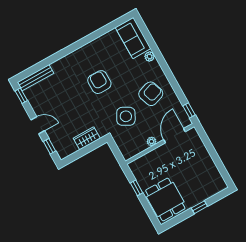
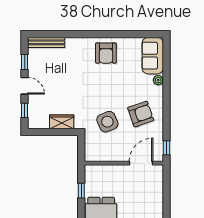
armchair: (99, 82) -> (106, 53), moved, turned 180
window: (21, 96) -> (25, 62), moved
side table: (126, 116) -> (107, 122), turned 38
plant: (151, 141) -> (118, 157), removed

